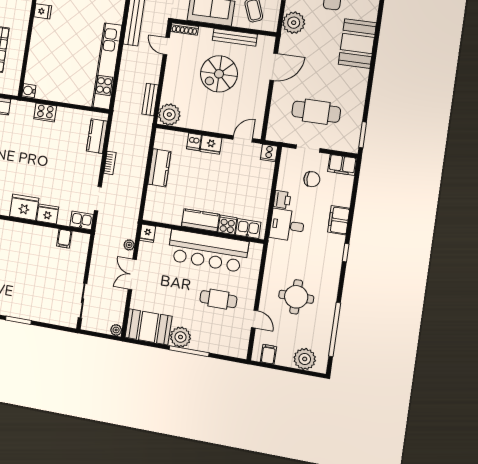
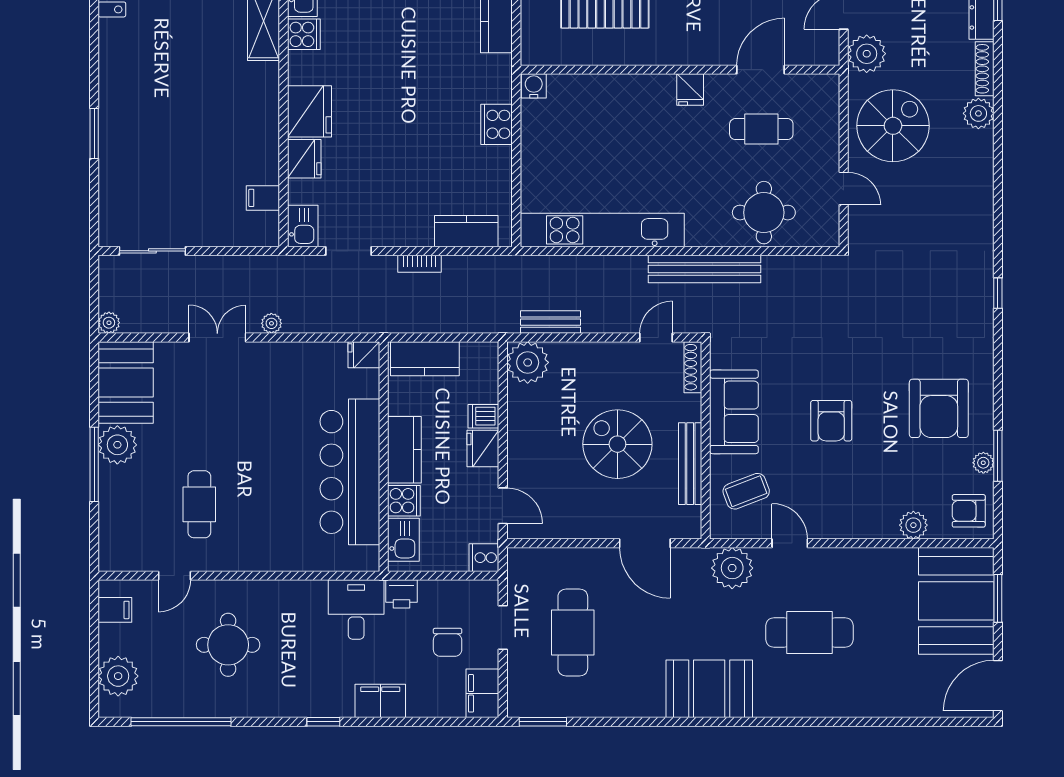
kitchen counter: (200, 220) -> (404, 450), moved
cooker: (227, 225) -> (404, 501), moved
kitchen sink: (248, 228) -> (403, 540), moved
wall: (202, 232) -> (384, 457), moved
fridge: (148, 233) -> (364, 355), moved
bar counter: (208, 251) -> (350, 472), moved

